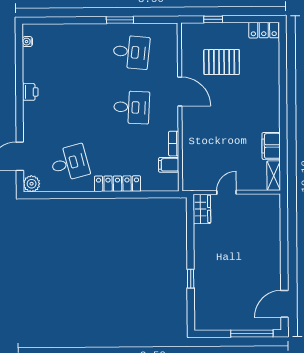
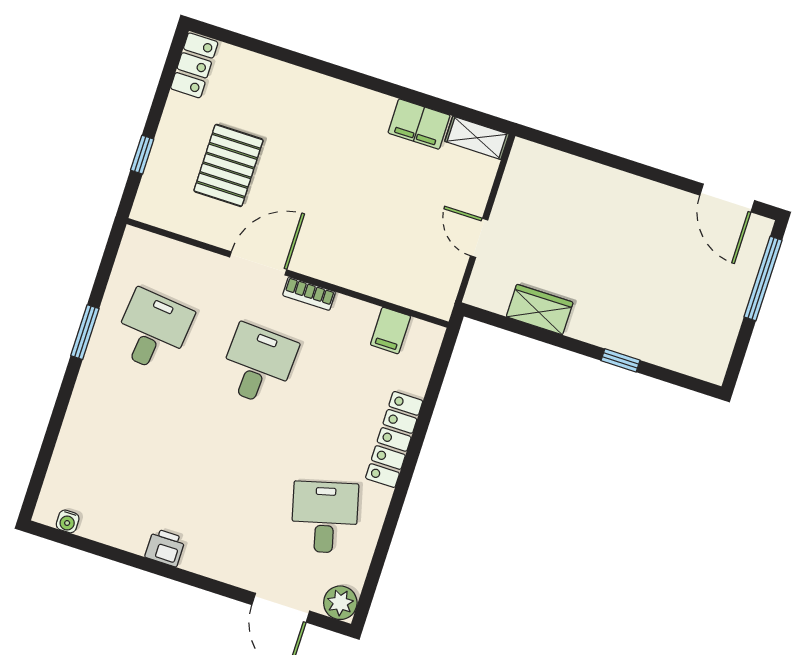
bookcase: (174, 144) -> (309, 294), moved
wardrobe: (202, 209) -> (540, 310), moved

